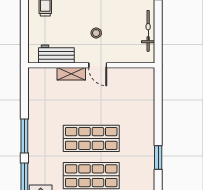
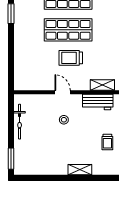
shelving: (71, 74) -> (102, 85), moved
trolley: (88, 106) -> (71, 58), added

